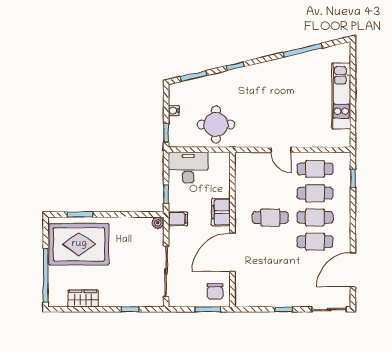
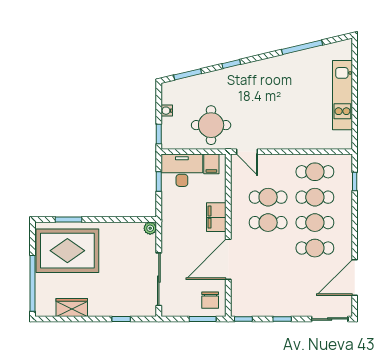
door: (281, 150) -> (247, 152), moved
cafe table: (270, 193) -> (268, 197), added
window: (166, 194) -> (159, 182), moved
filing cabinet: (178, 219) -> (211, 164), moved, turned 90
window: (247, 309) -> (243, 319), added

